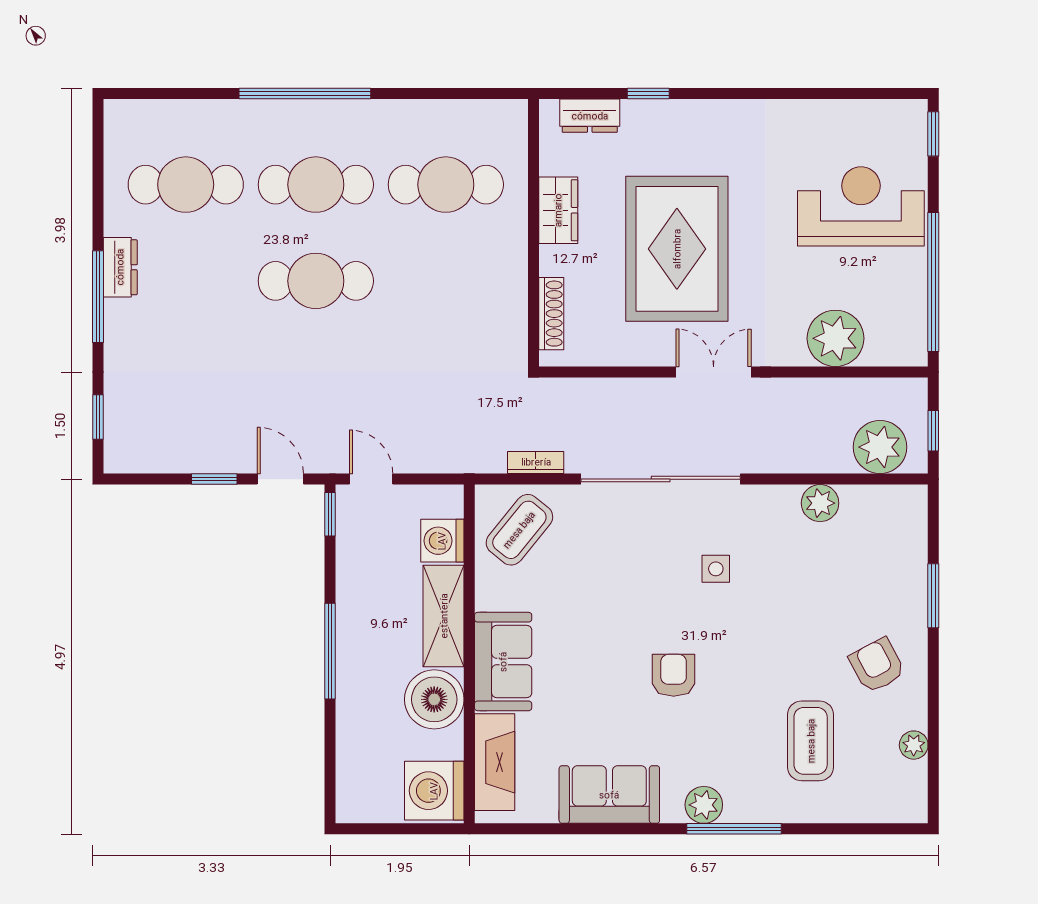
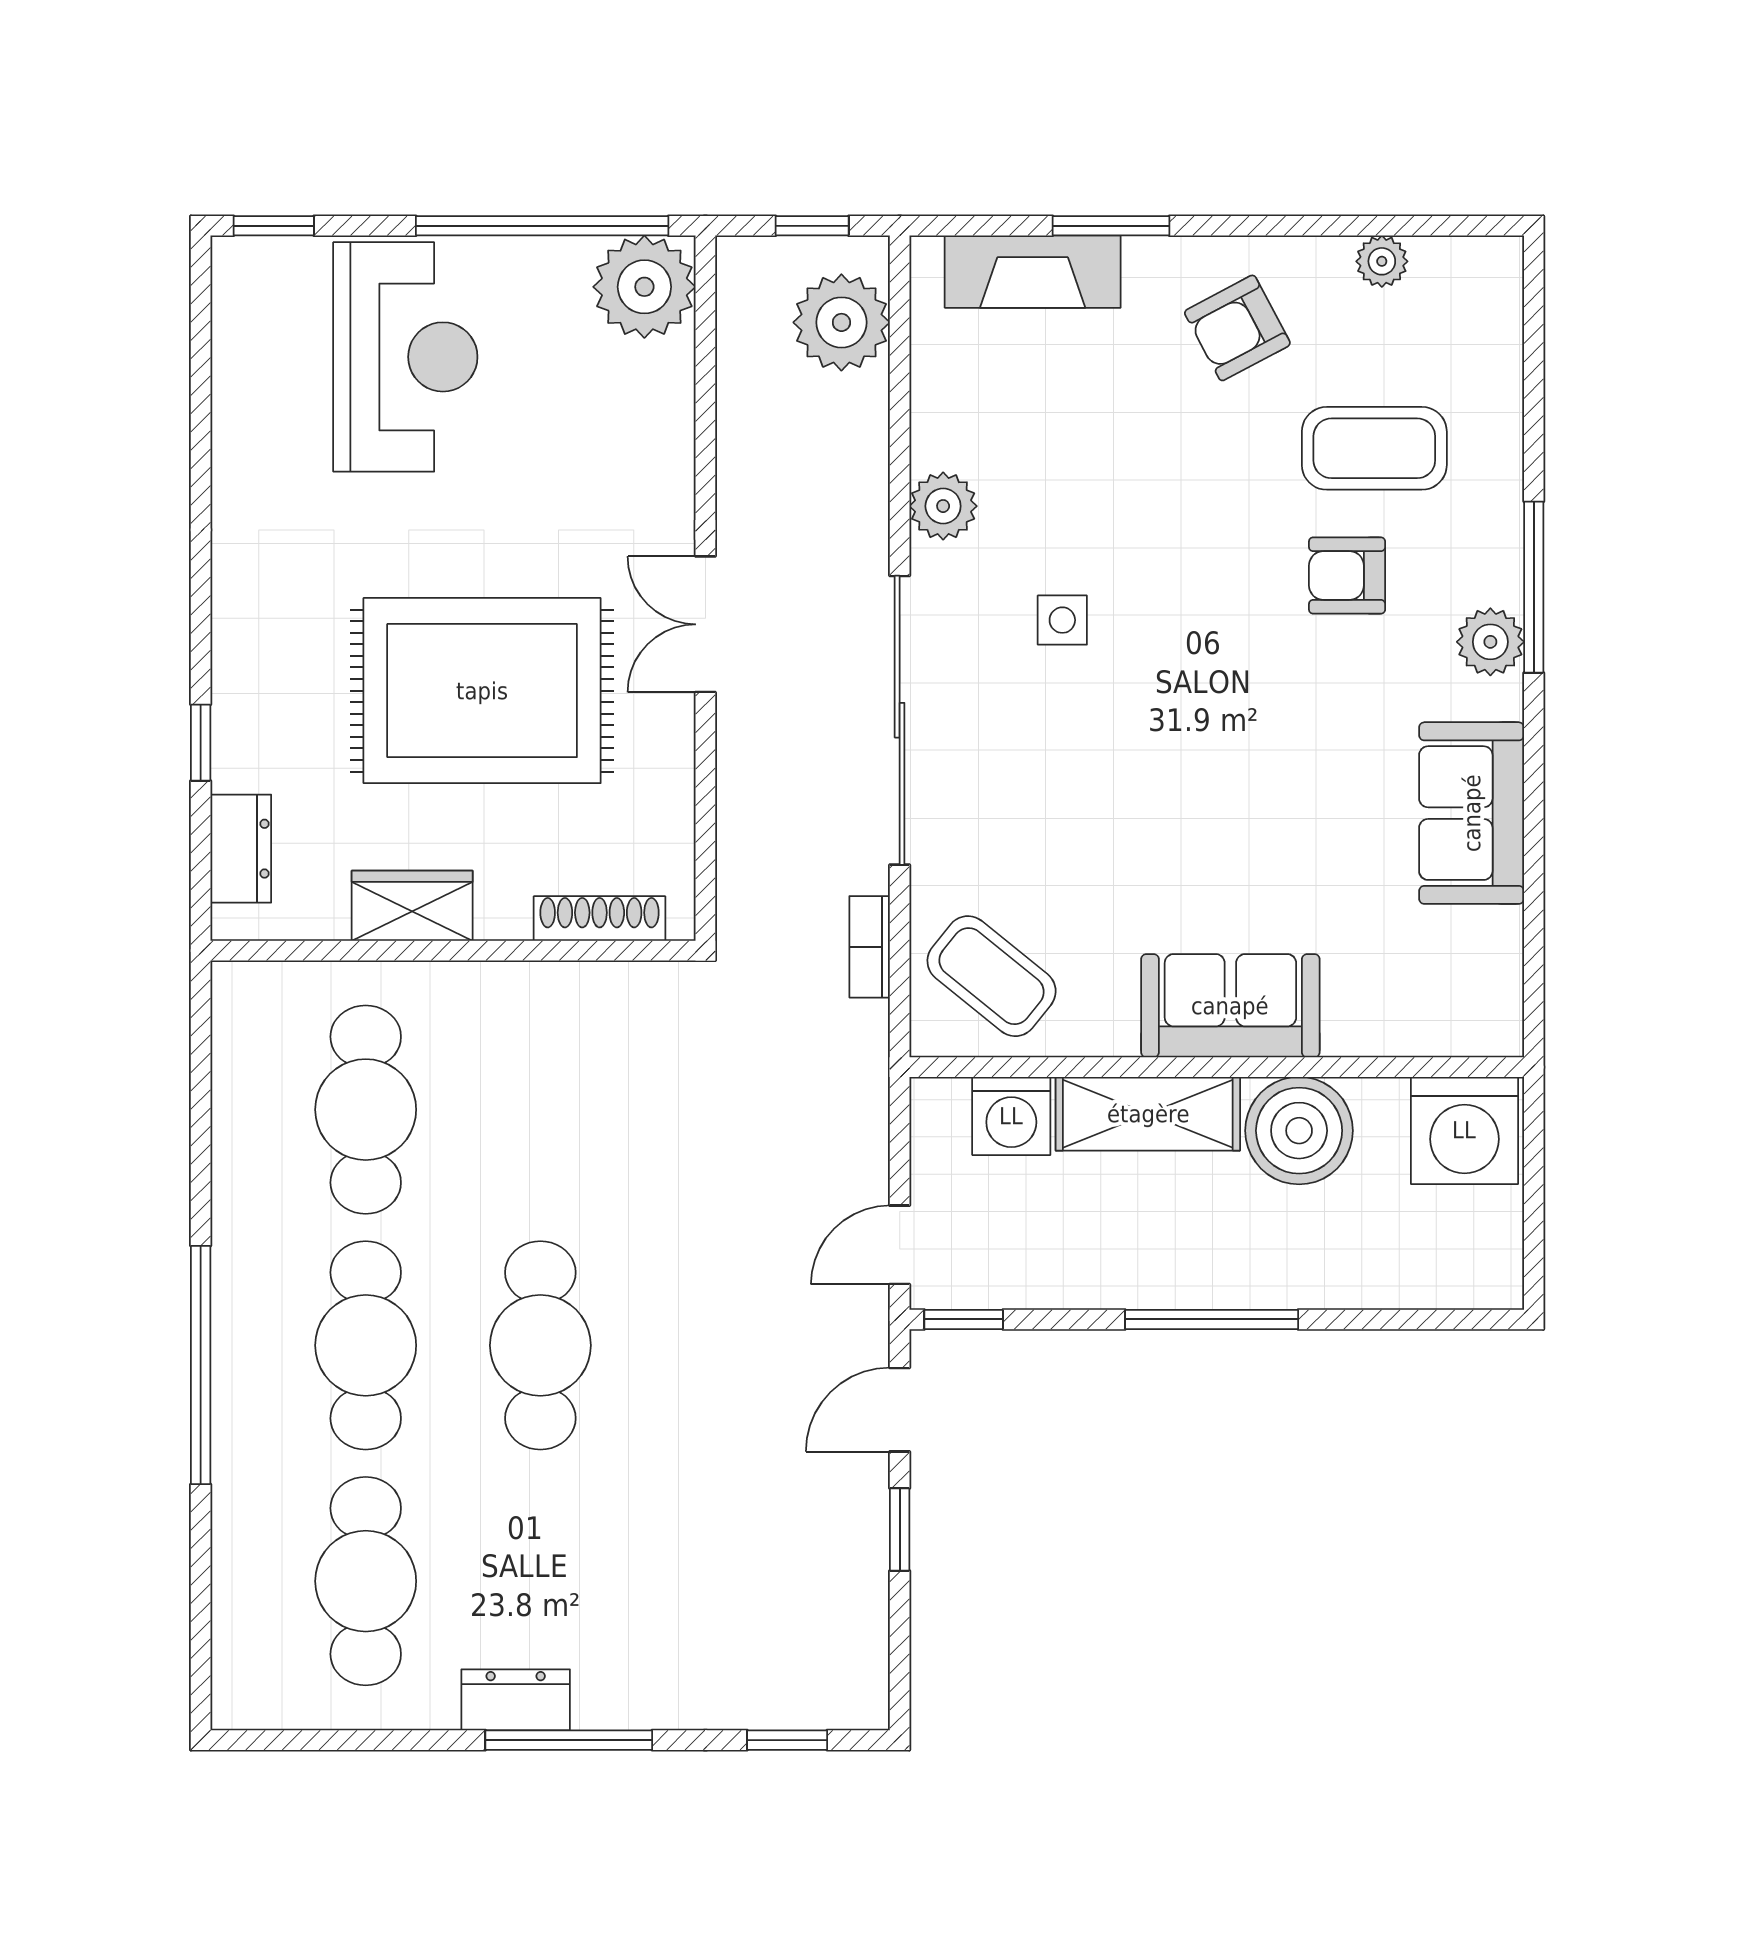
reception desk: (861, 206) -> (405, 357), turned 180
plant: (835, 338) -> (644, 287), moved
plant: (820, 503) -> (943, 506), moved
armchair: (674, 675) -> (1347, 576), moved
fireplace: (495, 762) -> (1033, 272), moved, turned 180

